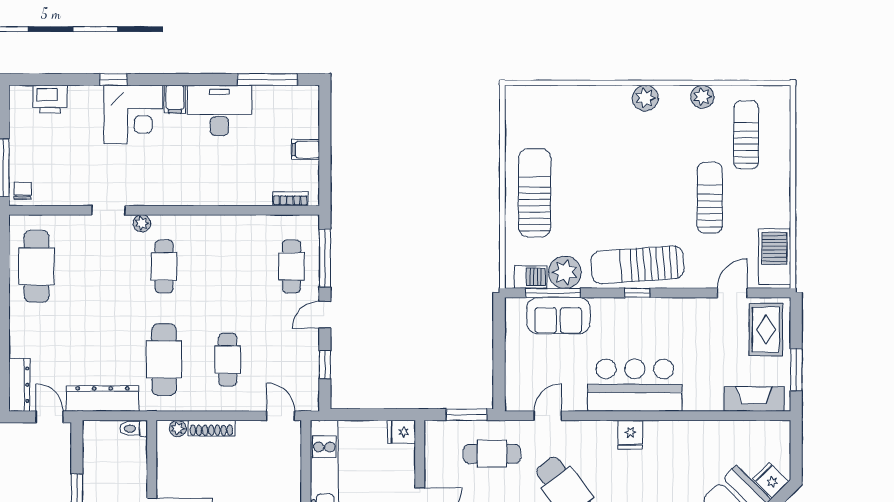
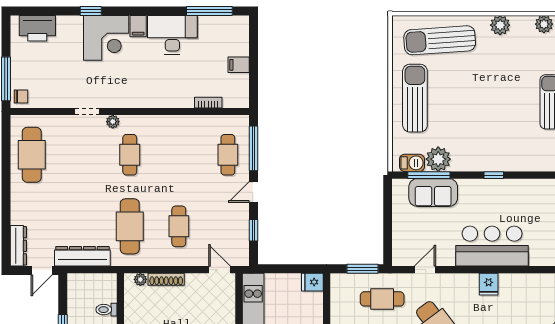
printer: (50, 99) -> (37, 28), width x1.37, depth x1.19
chair: (23, 191) -> (21, 97), turned 90
bookcase: (290, 199) -> (208, 103), moved
sun lounger: (638, 265) -> (440, 40), moved
door: (49, 417) -> (42, 270), swing flipped
toilet: (134, 429) -> (106, 310), moved

